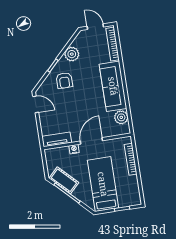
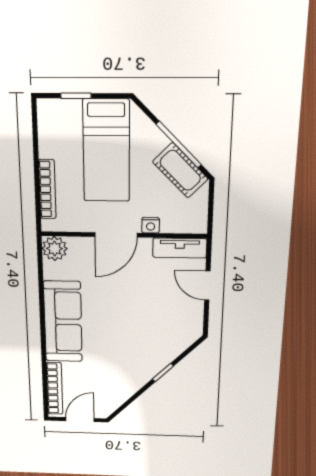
door: (95, 27) -> (80, 420), swing flipped
plant: (72, 54) -> (127, 385), removed
armchair: (64, 81) -> (147, 345), removed
door: (36, 104) -> (207, 286), moved
plant: (121, 117) -> (55, 249), moved

